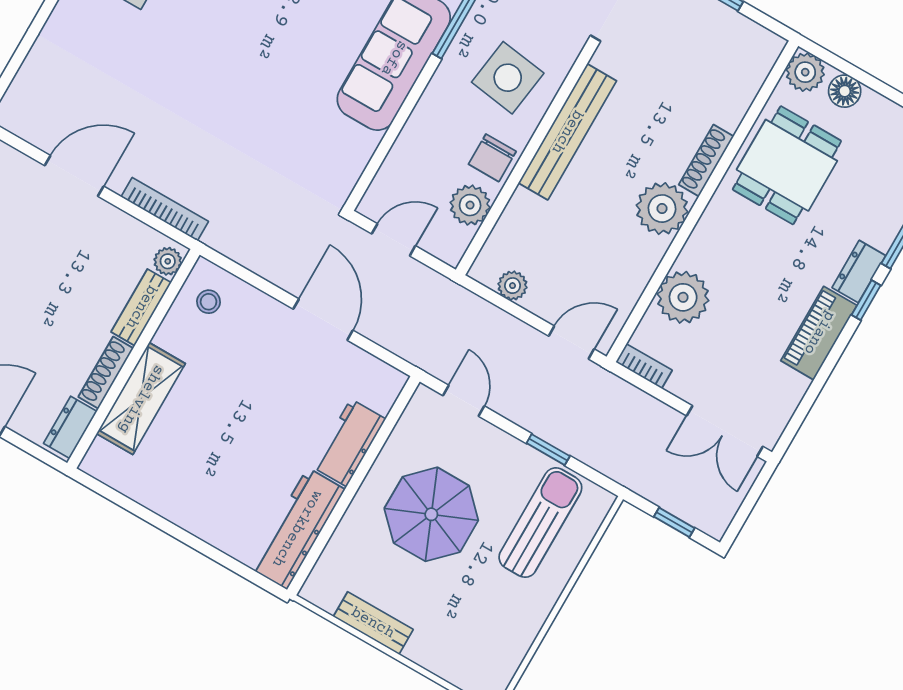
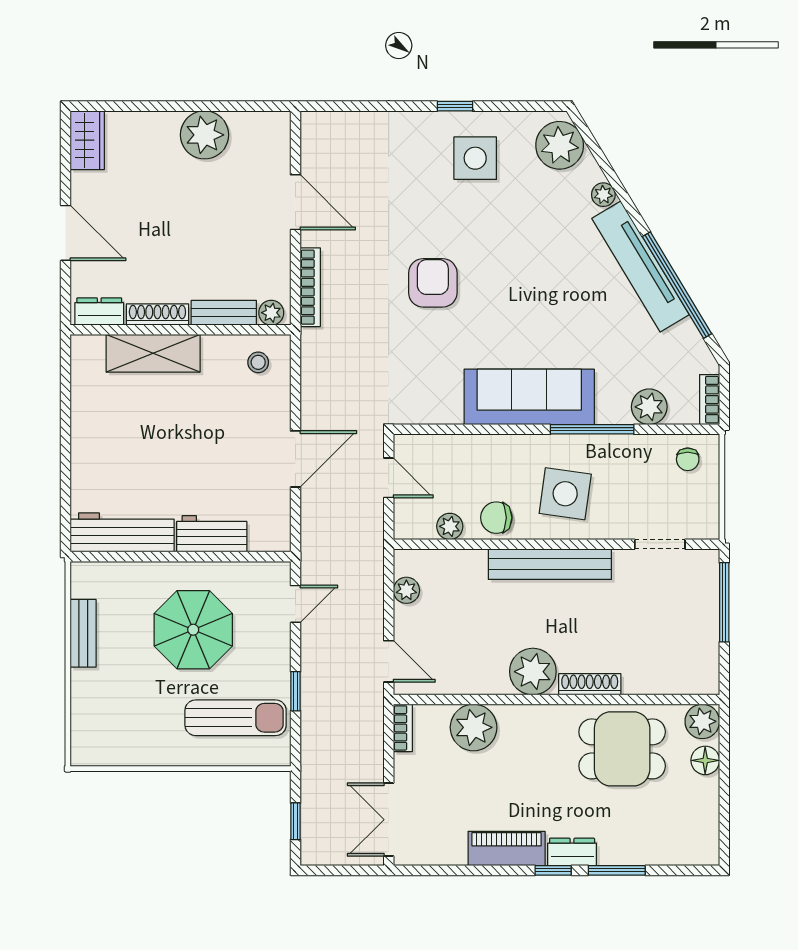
armchair: (229, 88) -> (433, 283), added
plant: (470, 205) -> (450, 526), width x0.73, depth x0.73

